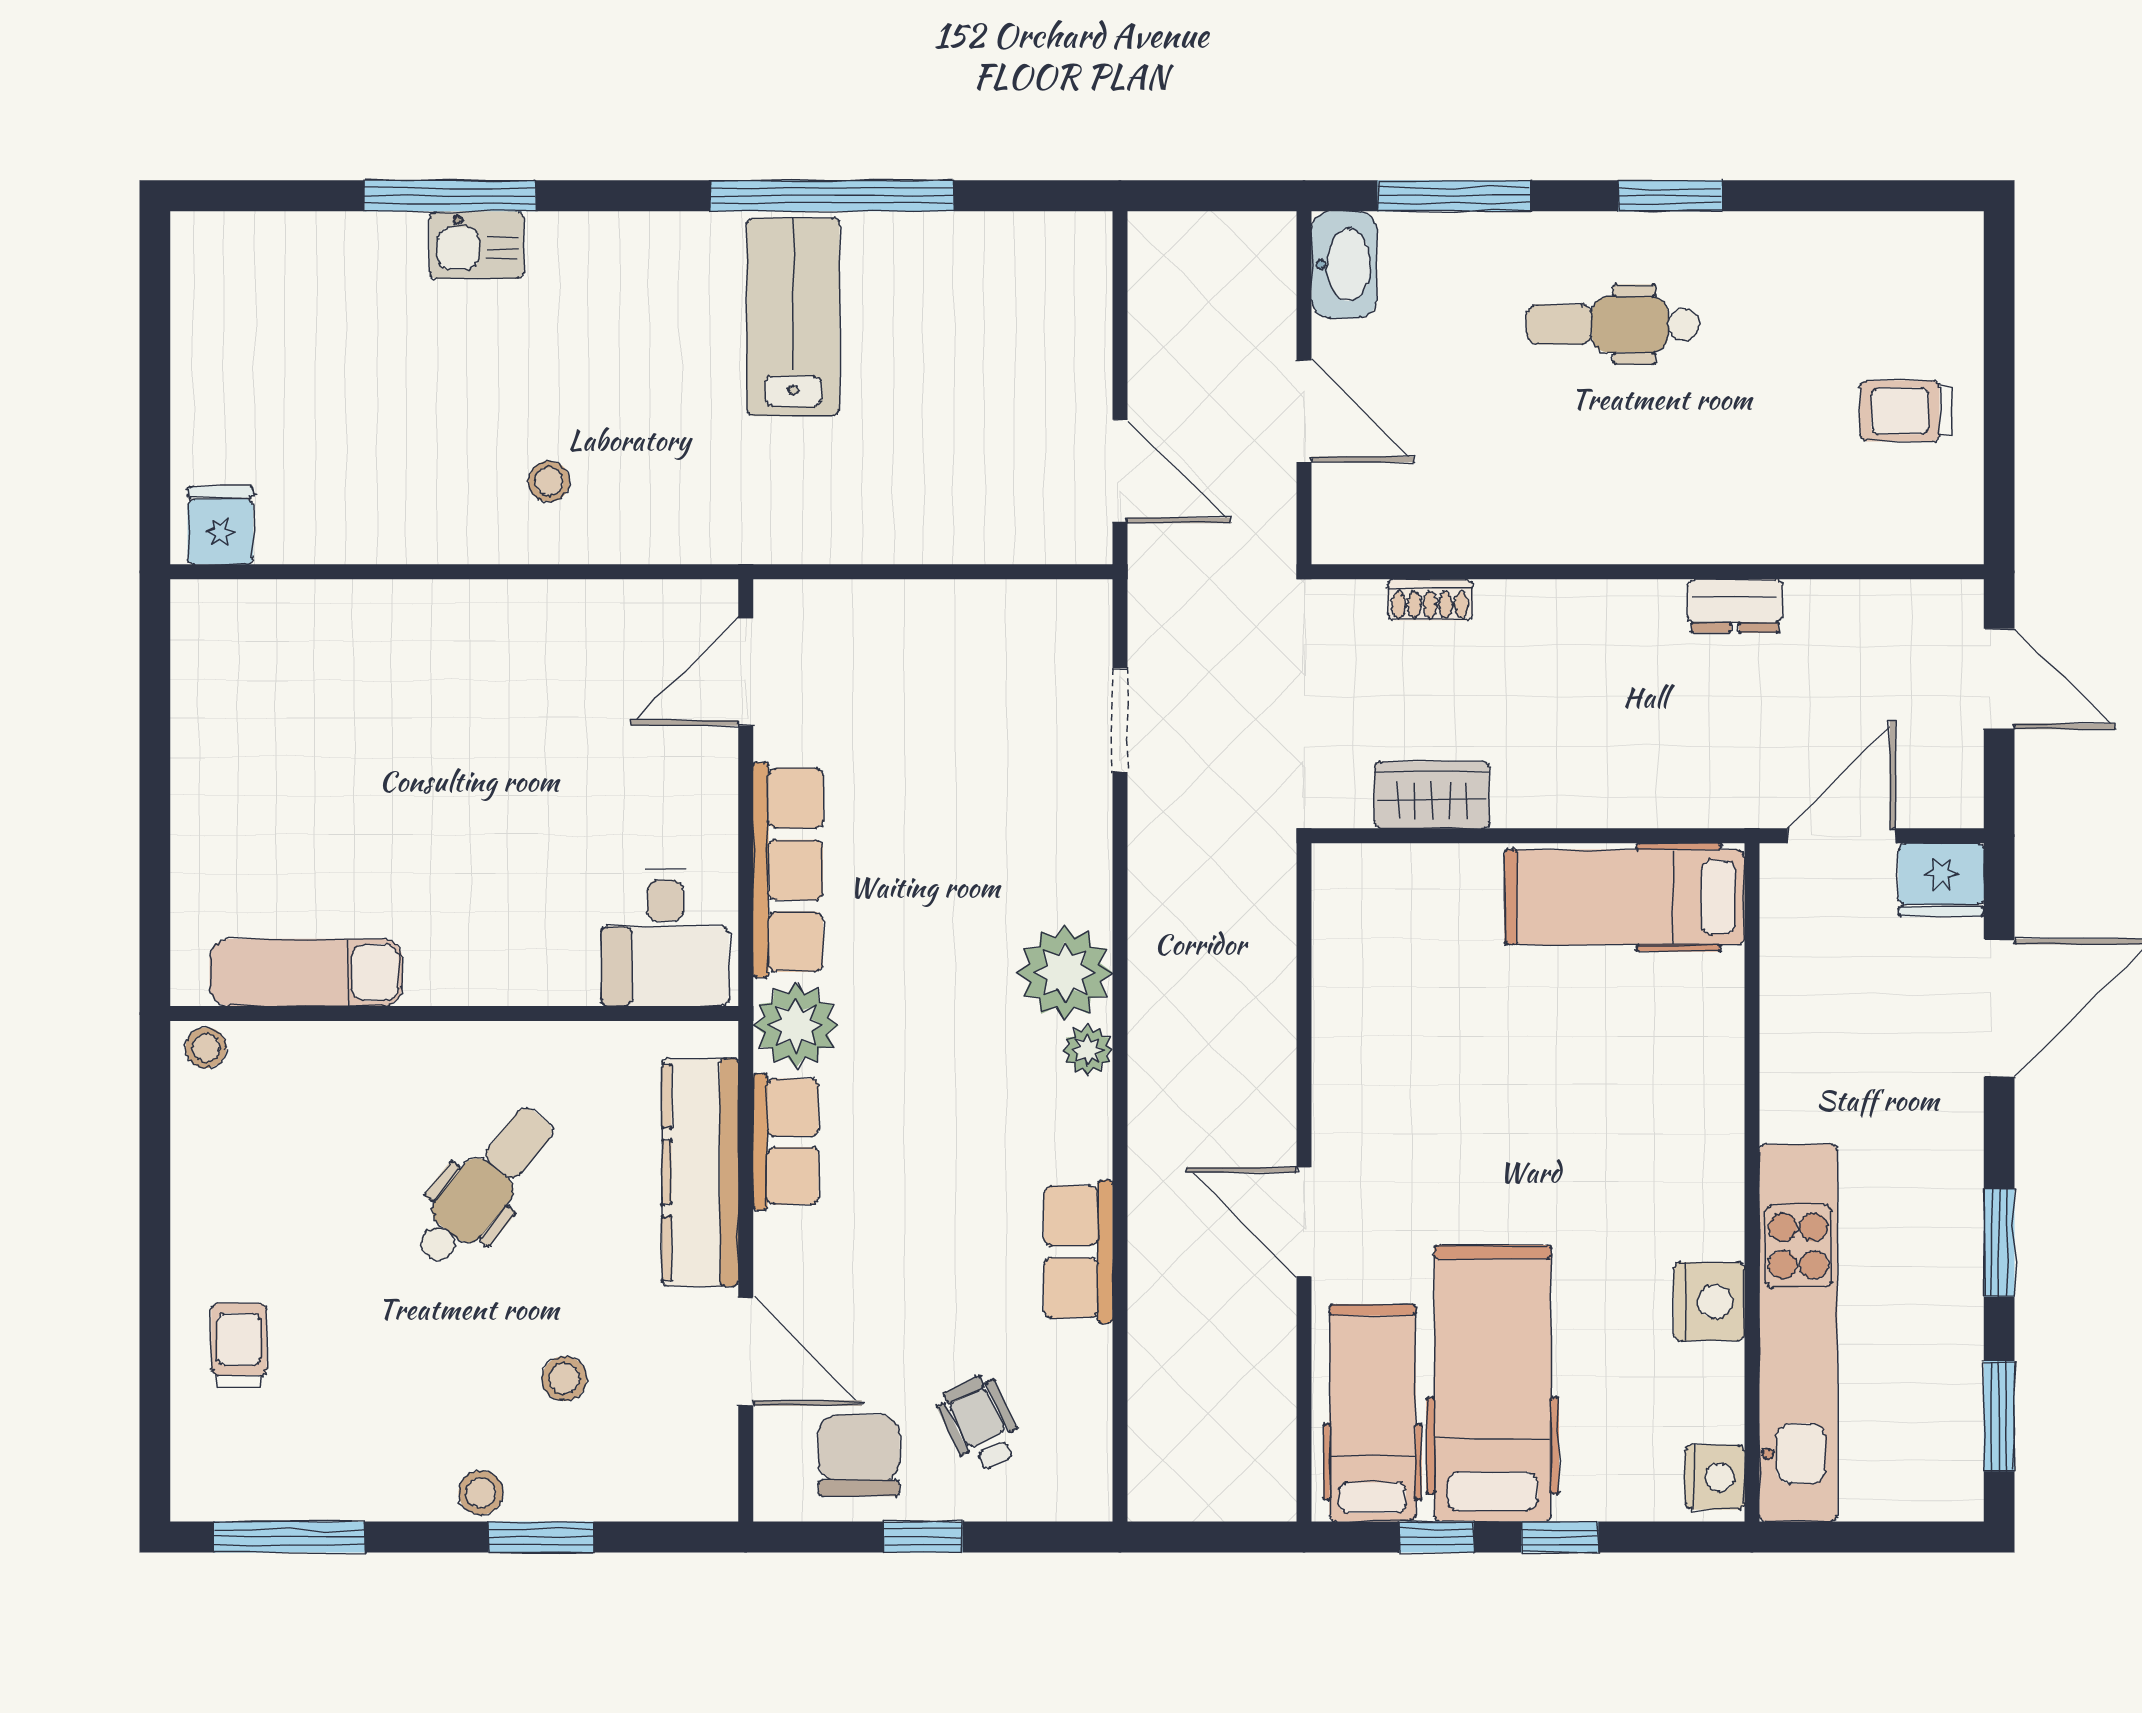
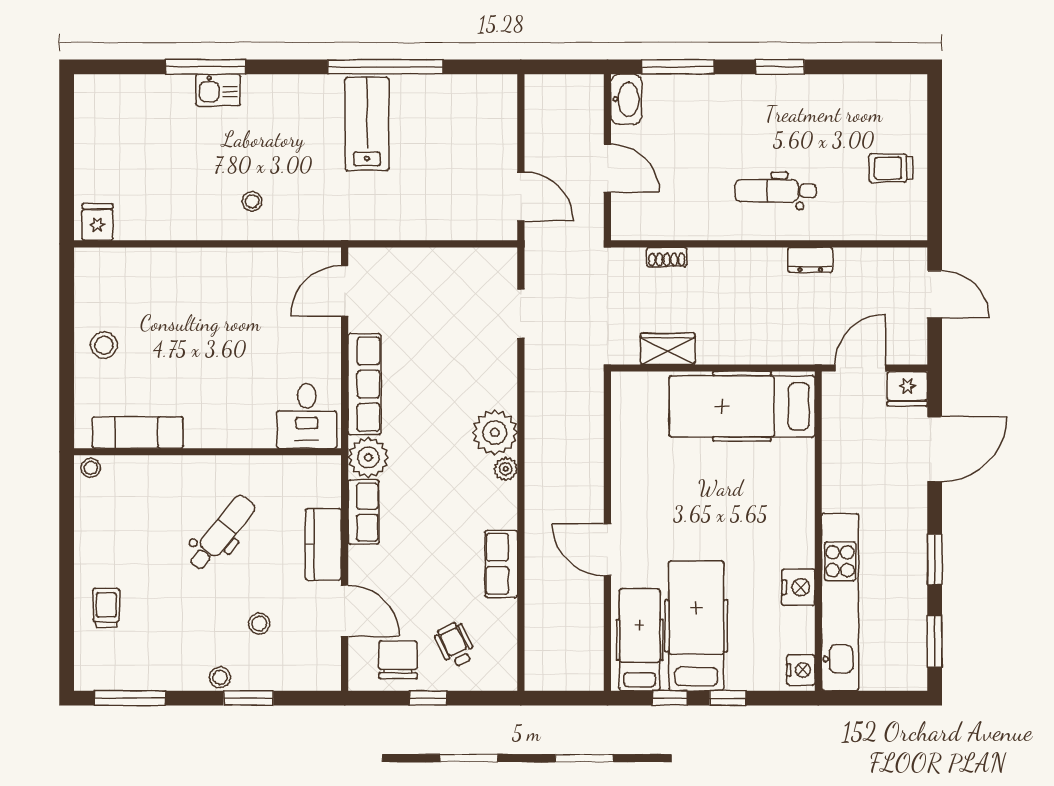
dental chair: (1613, 324) -> (775, 191), moved
stool: (234, 787) -> (104, 345), added
hospital bed: (1625, 897) -> (742, 406), width x1.37, depth x1.29
kitchen counter: (700, 1172) -> (323, 544), width x0.67

